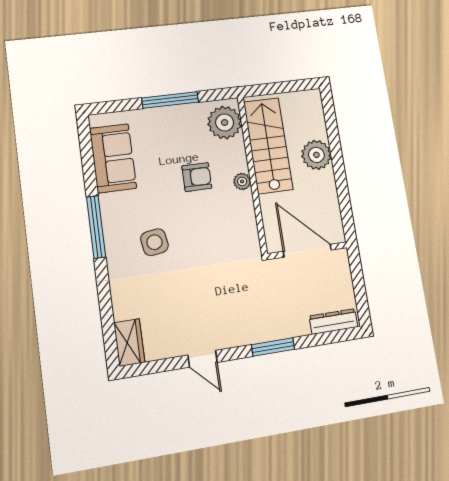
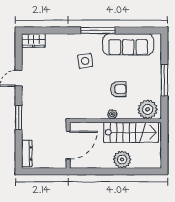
sofa: (113, 158) -> (128, 44), width x1.36
armchair: (197, 177) -> (118, 89), turned -90

